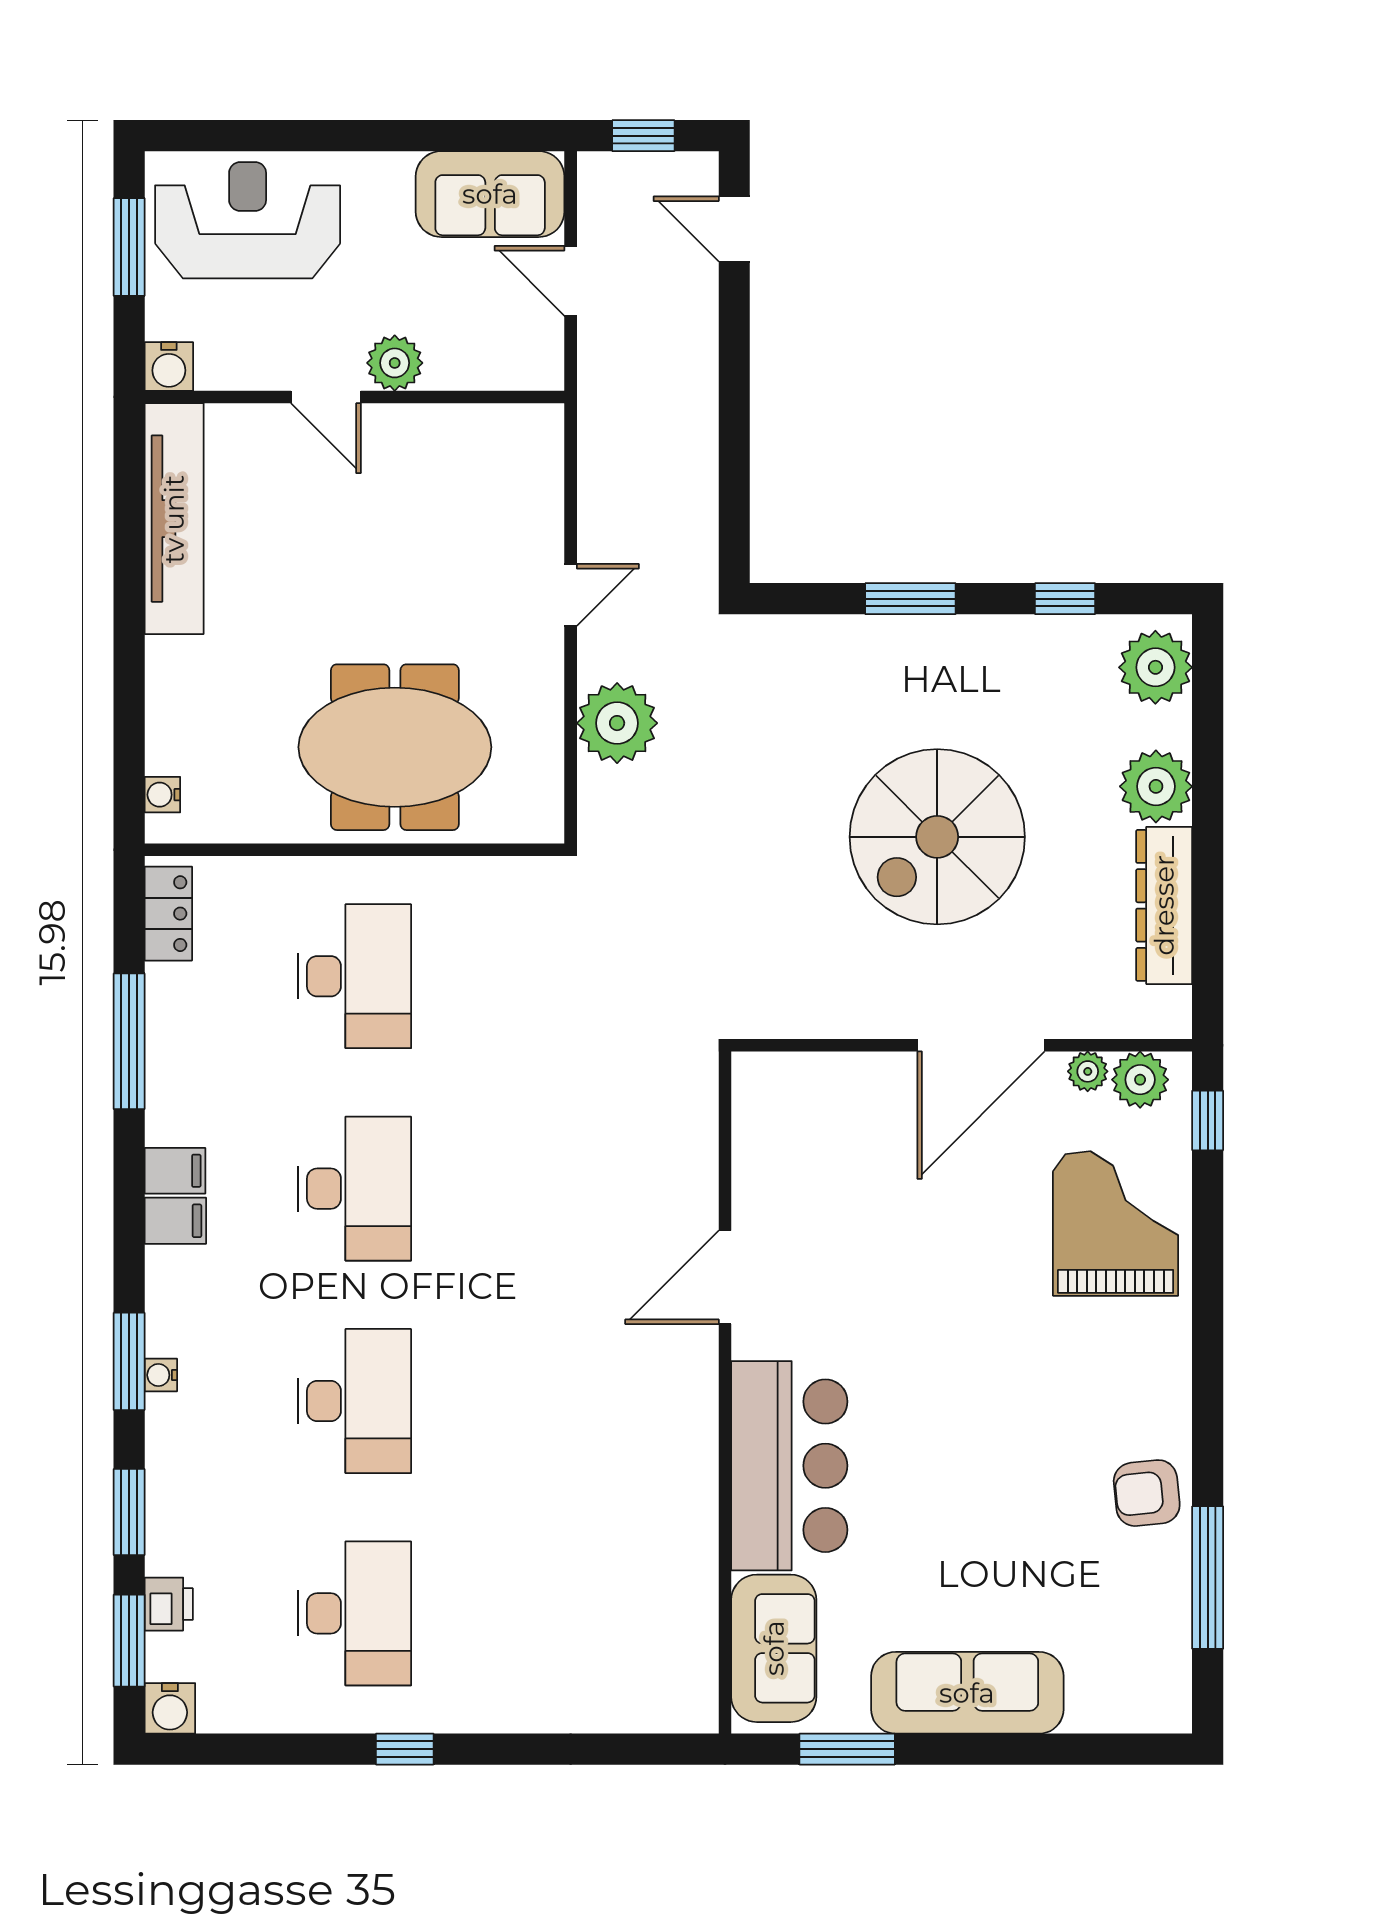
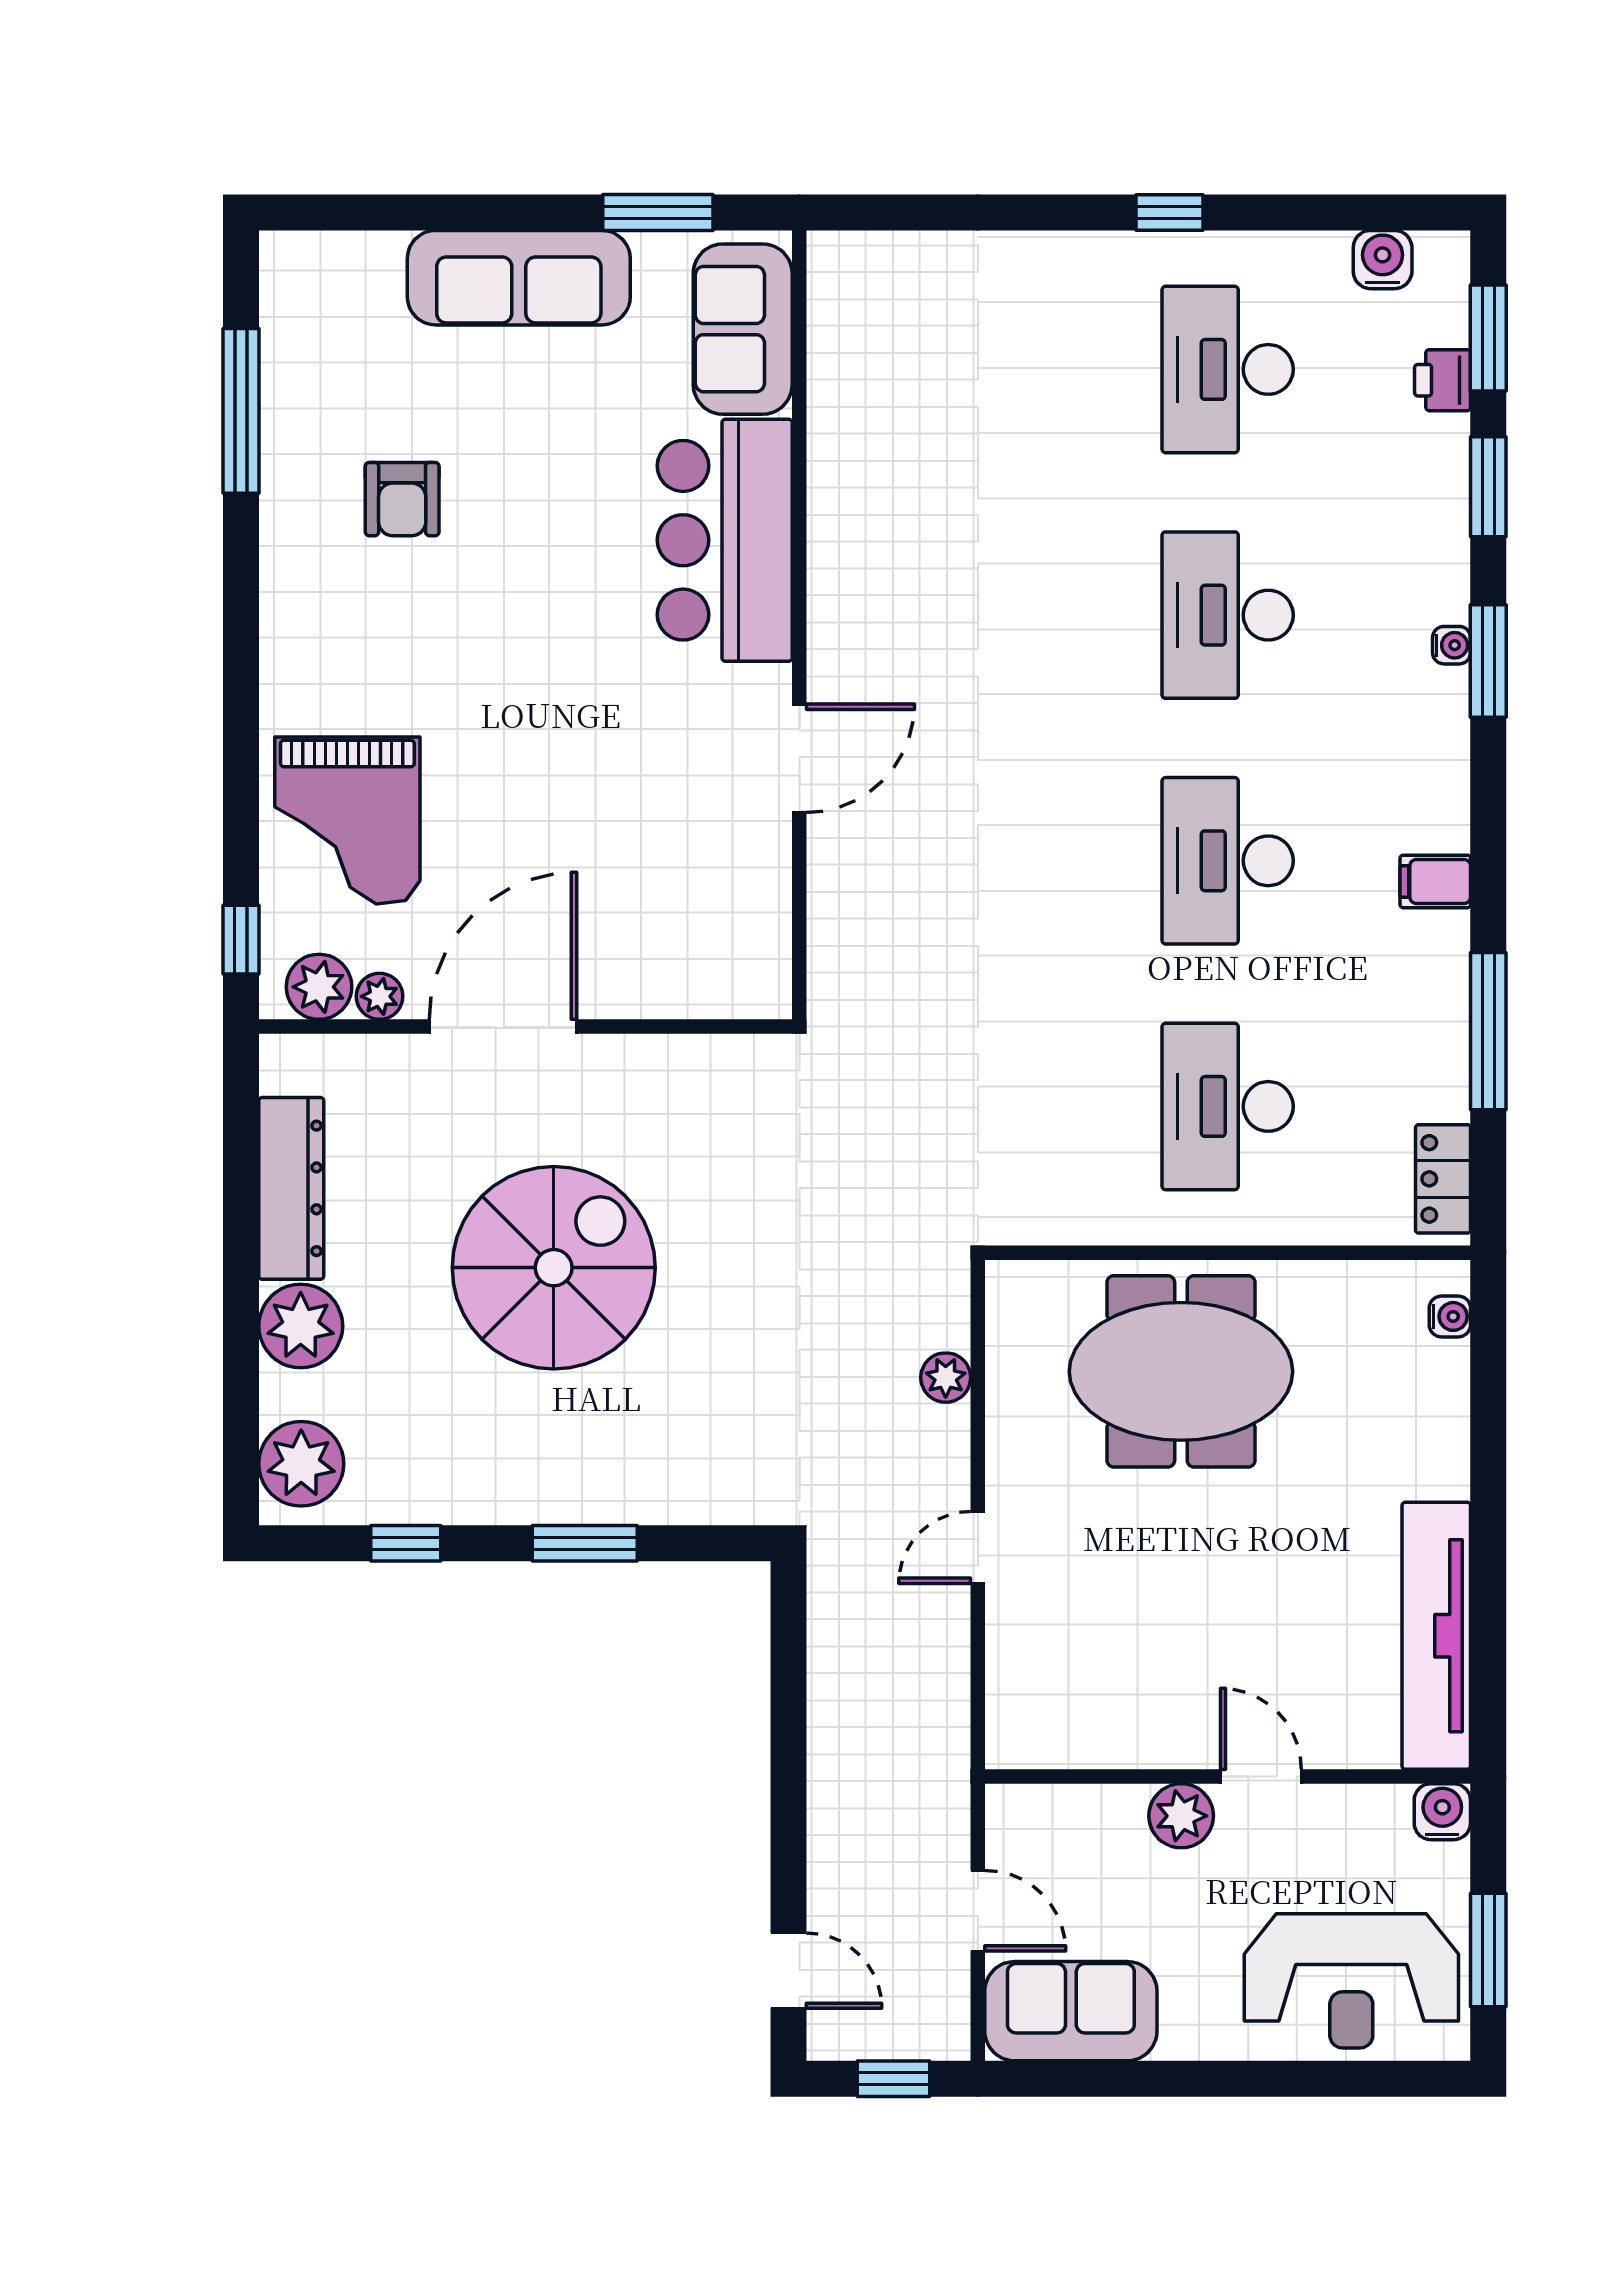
plant: (617, 723) -> (946, 1378), width x0.53, depth x0.53
filing cabinet: (175, 1221) -> (1435, 824), removed
armchair: (1147, 1493) -> (402, 499), moved, turned 96
water cooler: (170, 1708) -> (1383, 260), moved

